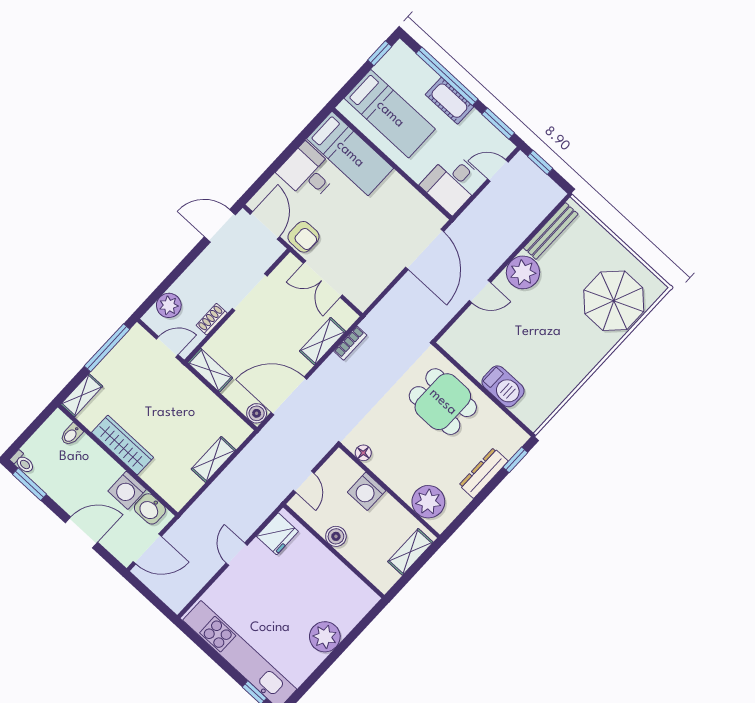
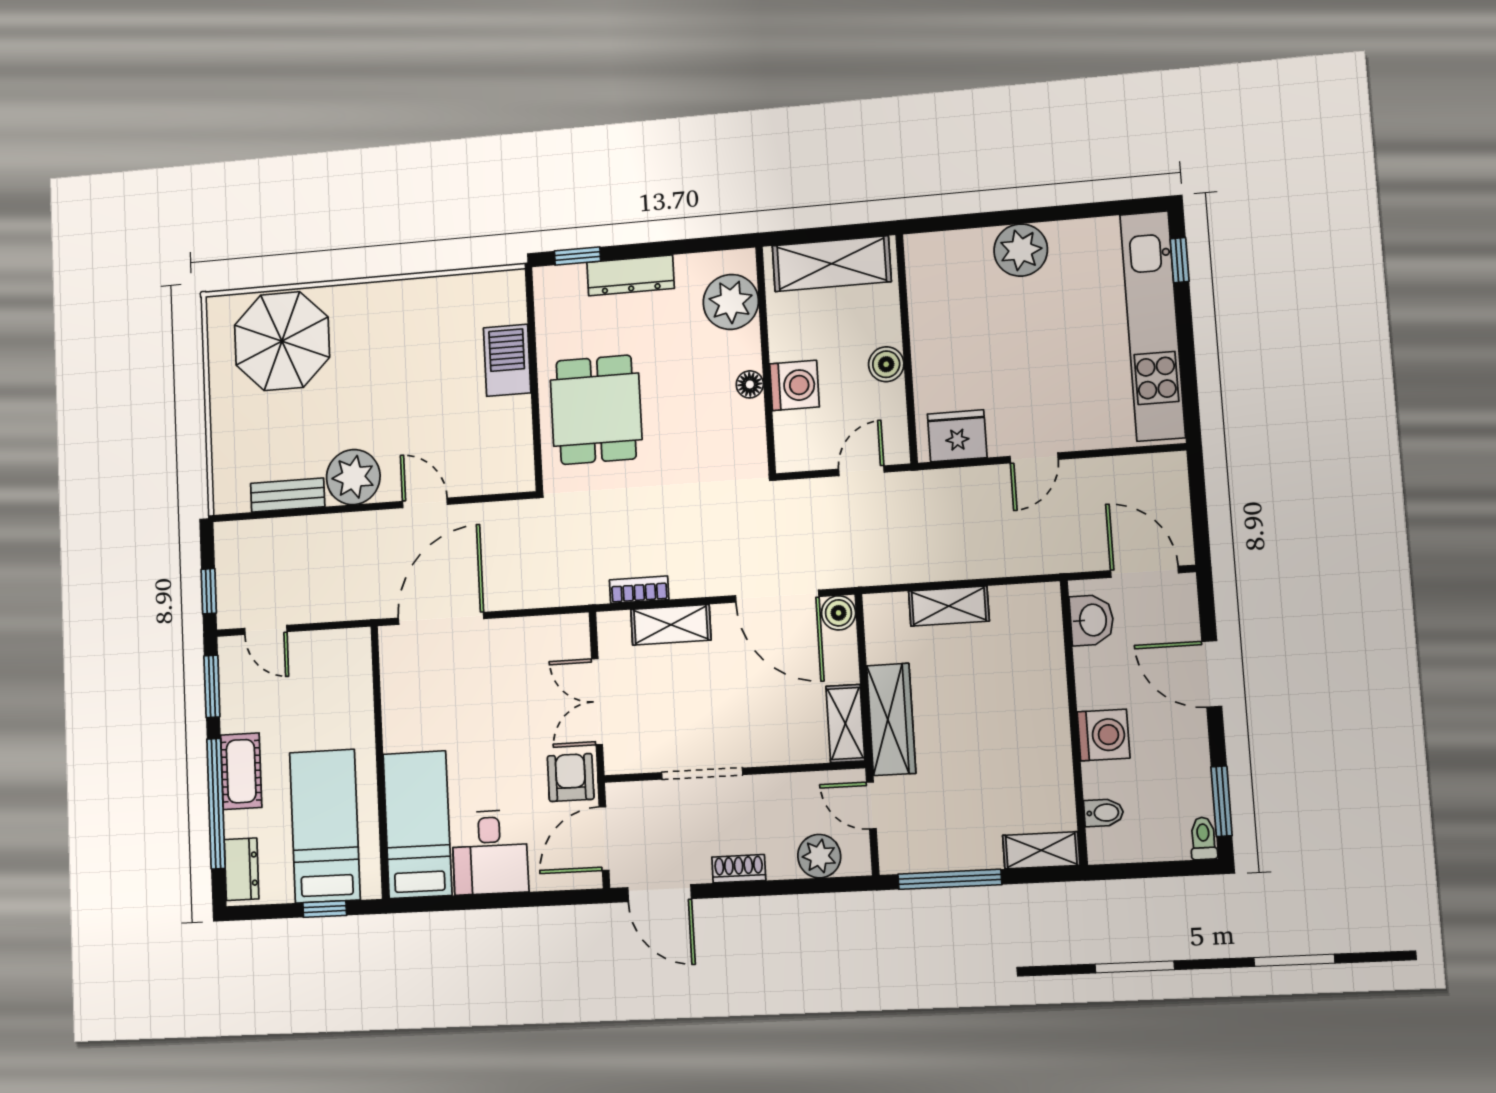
window: (380, 53) -> (325, 909), moved
dresser: (408, 60) -> (242, 869), added
desk: (452, 183) -> (332, 668), removed
bench: (551, 231) -> (288, 495), width x0.73
double door: (323, 279) -> (597, 702), swing flipped
shoe rack: (212, 319) -> (739, 869), moved, turned 180
wardrobe: (123, 445) -> (891, 719), moved, turned 180
floor lamp: (363, 453) -> (750, 384), moved
washing machine: (127, 490) -> (1103, 735), moved
shelving: (410, 552) -> (832, 264), width x1.50, depth x1.33

